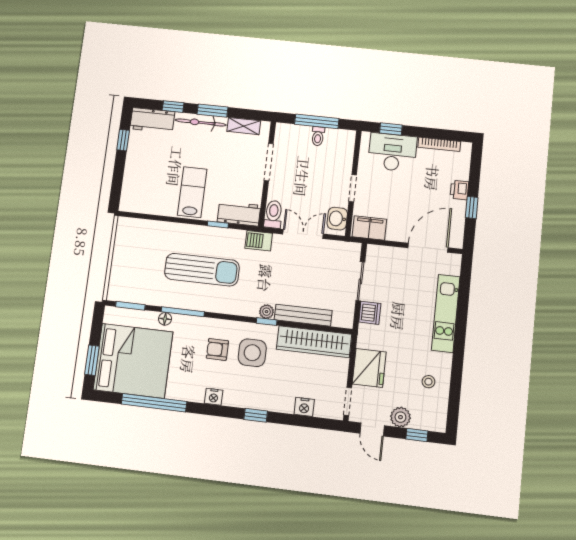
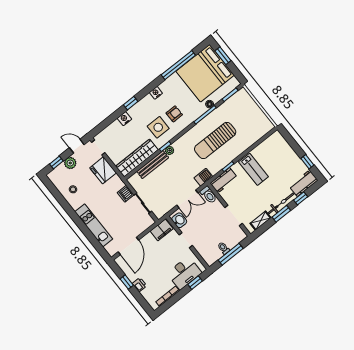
nightstand: (304, 407) -> (124, 119), moved

